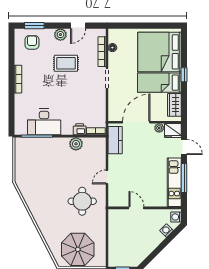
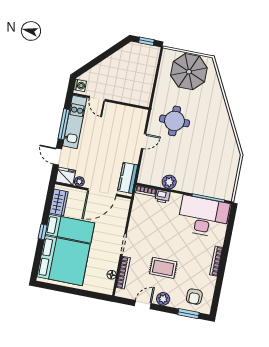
desk: (44, 122) -> (203, 217), width x1.36, depth x1.30
door: (136, 208) -> (97, 99), moved
washing machine: (166, 230) -> (93, 73), removed

